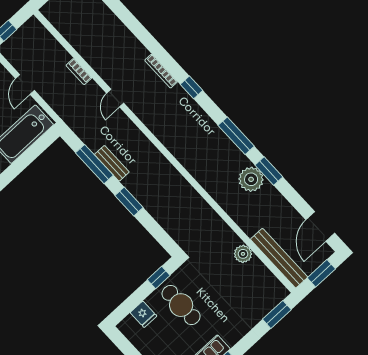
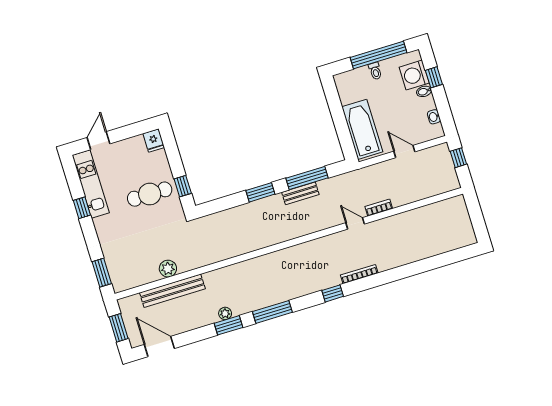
bookcase: (79, 72) -> (379, 208), moved
plant: (251, 179) -> (225, 313), width x0.53, depth x0.53
bench: (279, 258) -> (172, 291), moved
fridge: (143, 314) -> (154, 141), moved, turned -90

